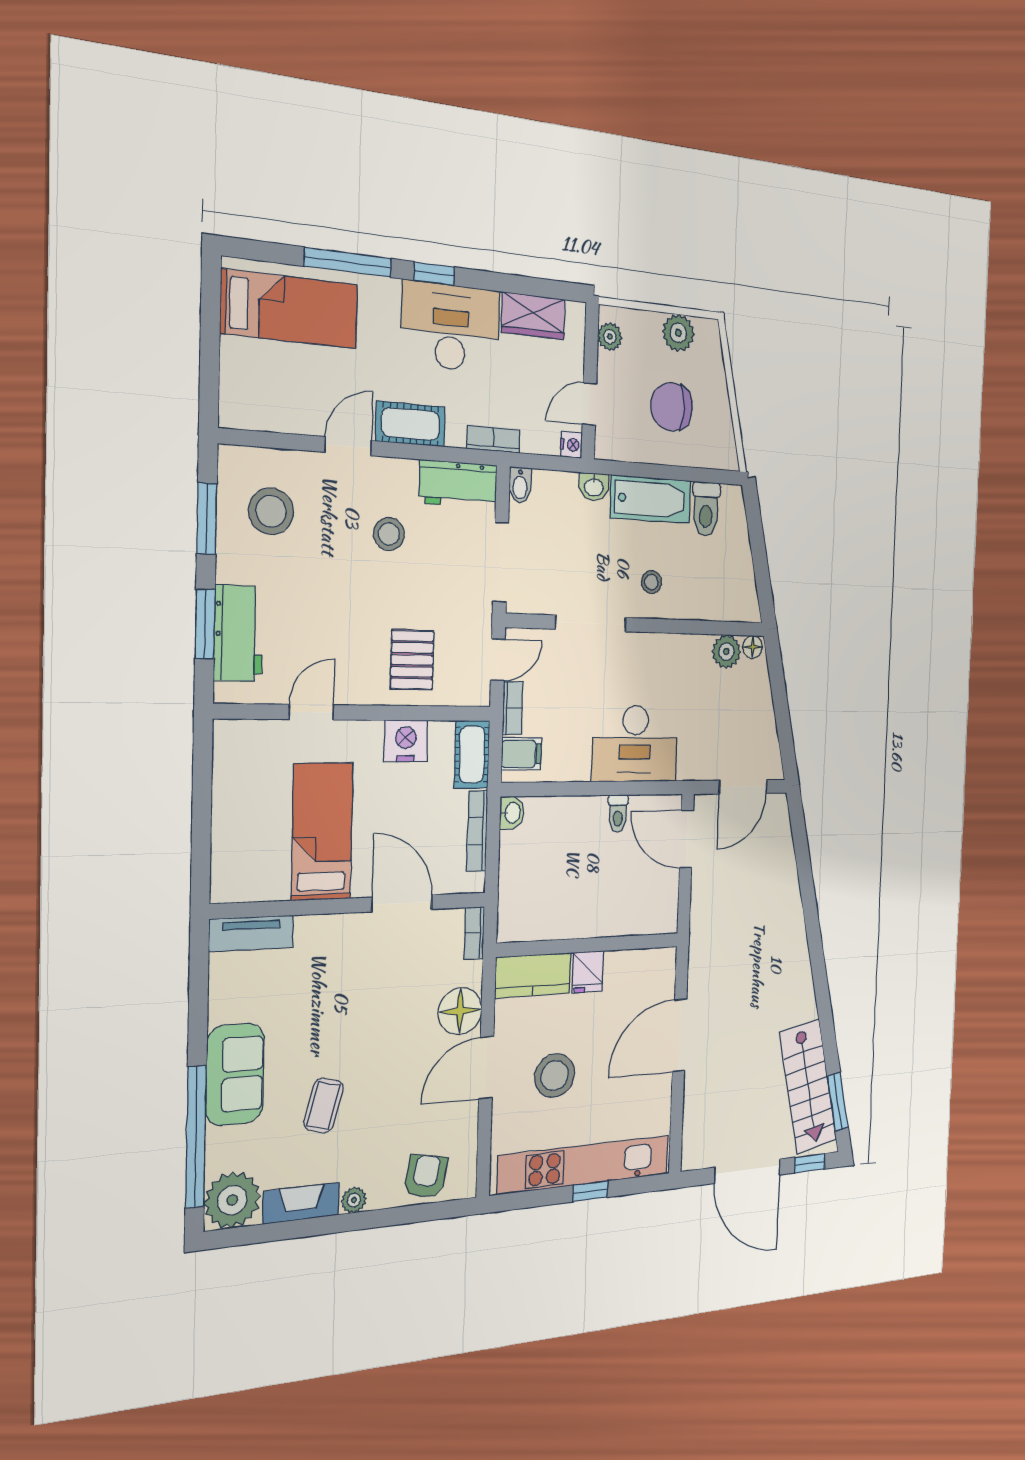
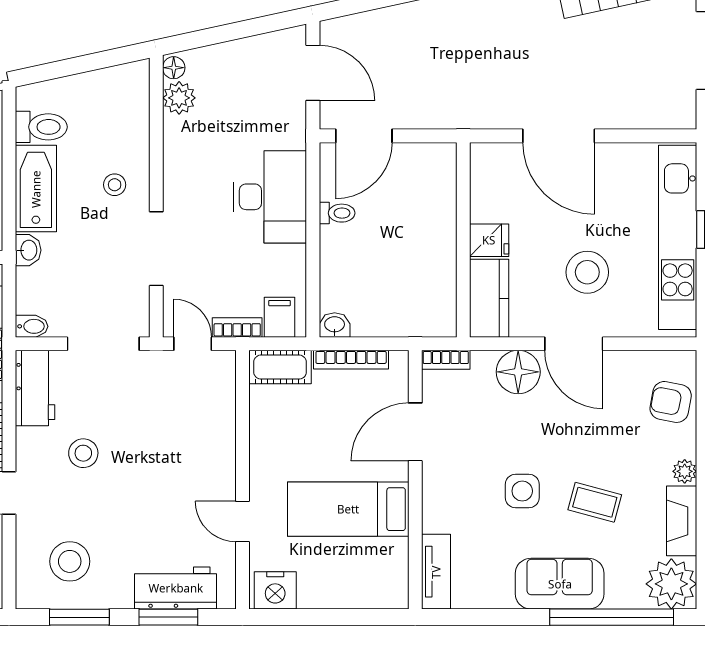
pallet: (412, 660) -> (195, 428), removed
nightstand: (406, 741) -> (275, 590), moved, turned -90
side table: (337, 1025) -> (522, 491), added

